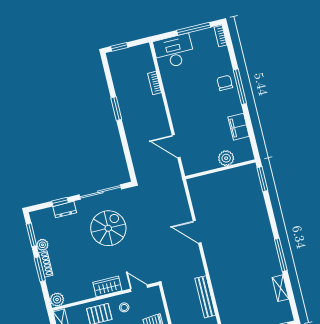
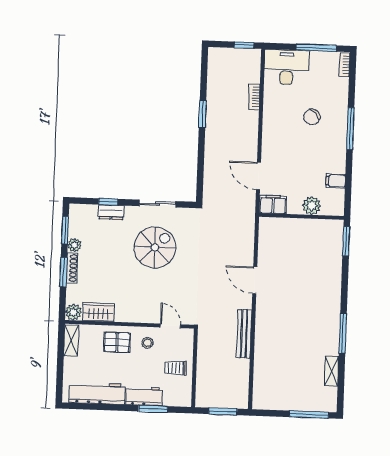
window: (119, 47) -> (244, 45), moved
chair: (225, 83) -> (312, 117), moved, turned -135
filing cabinet: (239, 127) -> (336, 181), width x0.50
filing cabinet: (194, 166) -> (273, 205), added
sliding door: (100, 192) -> (158, 204), width x0.73
wardrobe: (107, 286) -> (98, 312), moved
bench: (205, 297) -> (244, 334), moved

